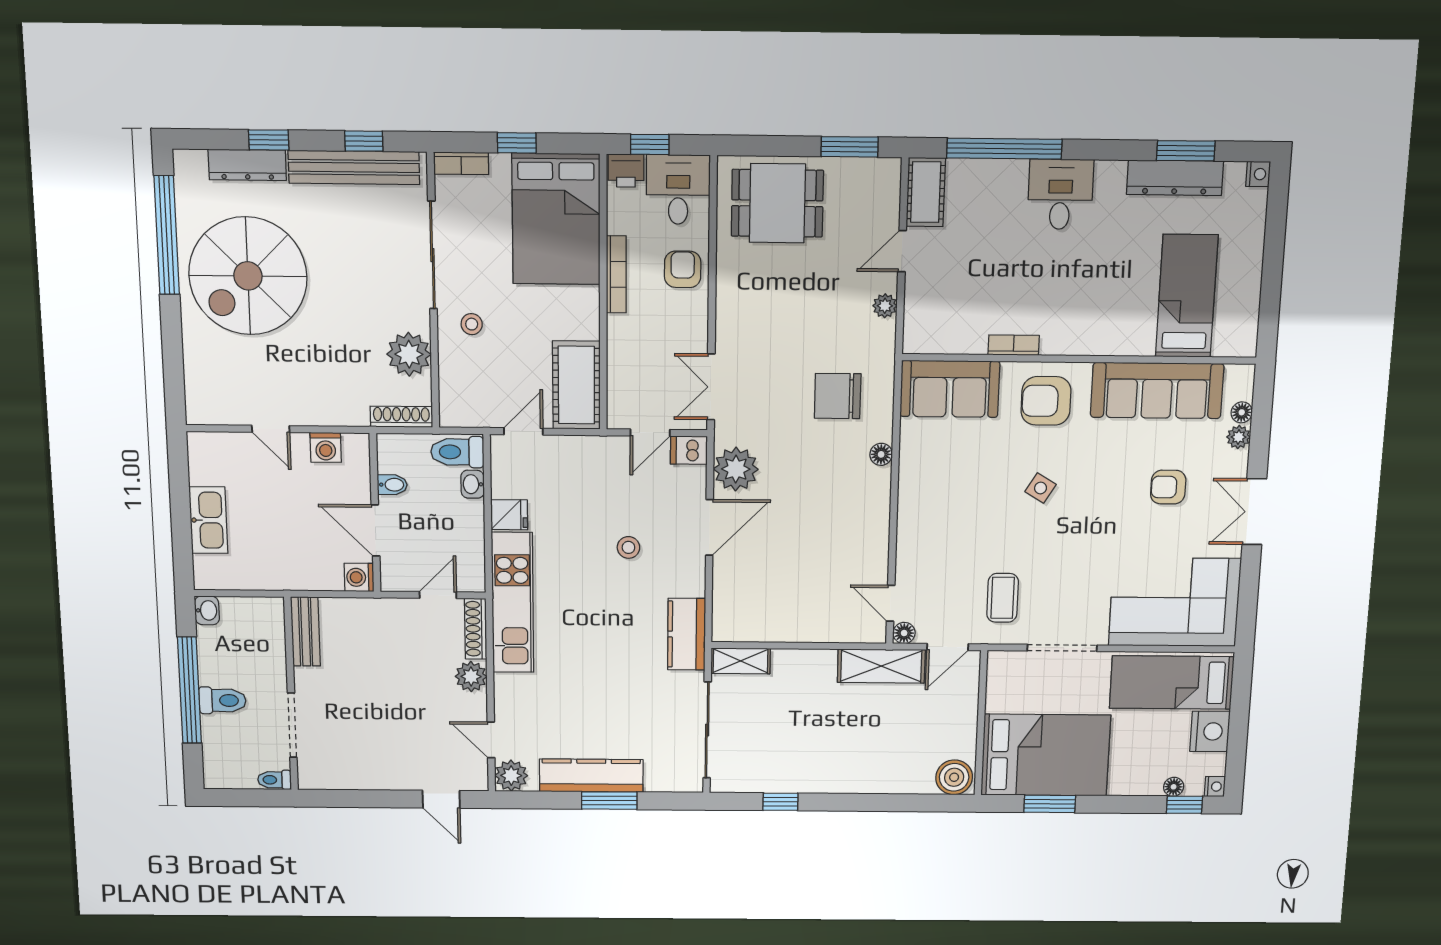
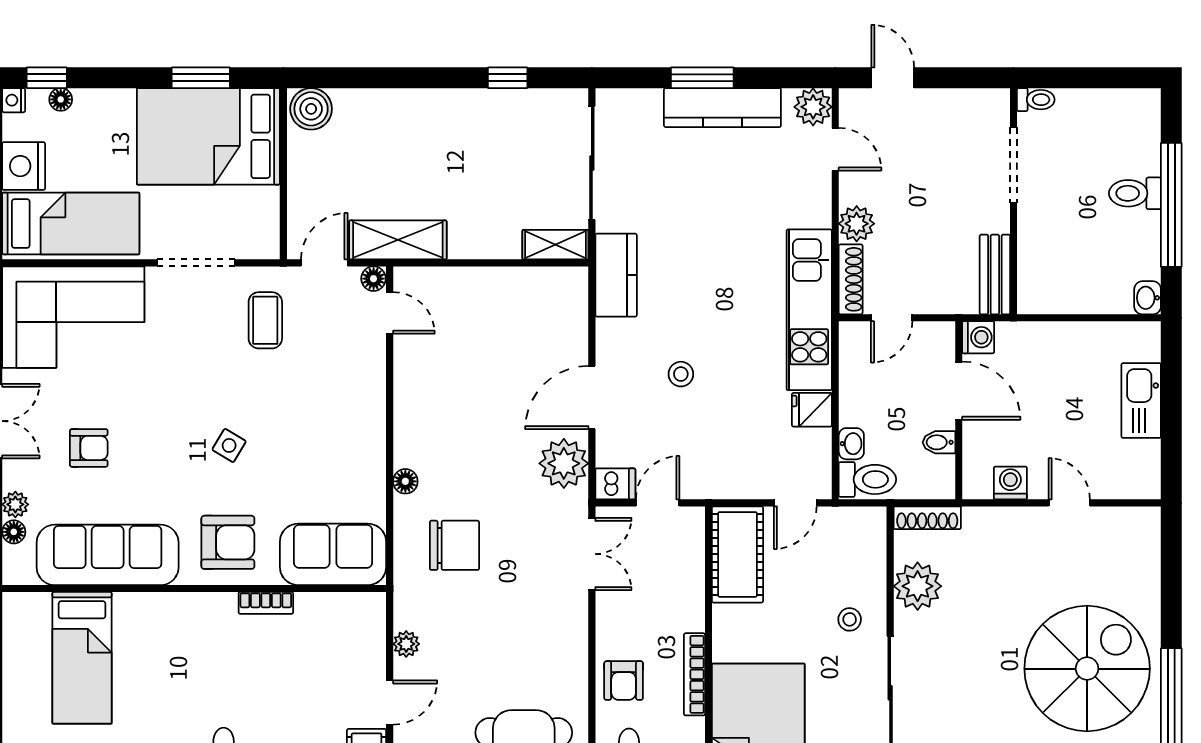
bench: (305, 632) -> (995, 274), moved
wall: (291, 694) -> (1014, 201), moved
doorway: (292, 725) -> (1014, 165), moved
toilet: (275, 780) -> (1036, 100), moved

